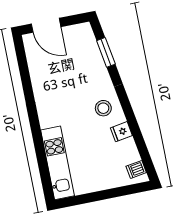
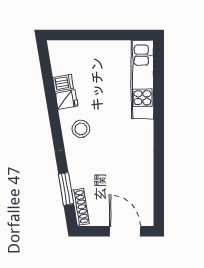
shoe rack: (90, 39) -> (80, 207), added
dishwasher: (136, 169) -> (63, 83), moved

